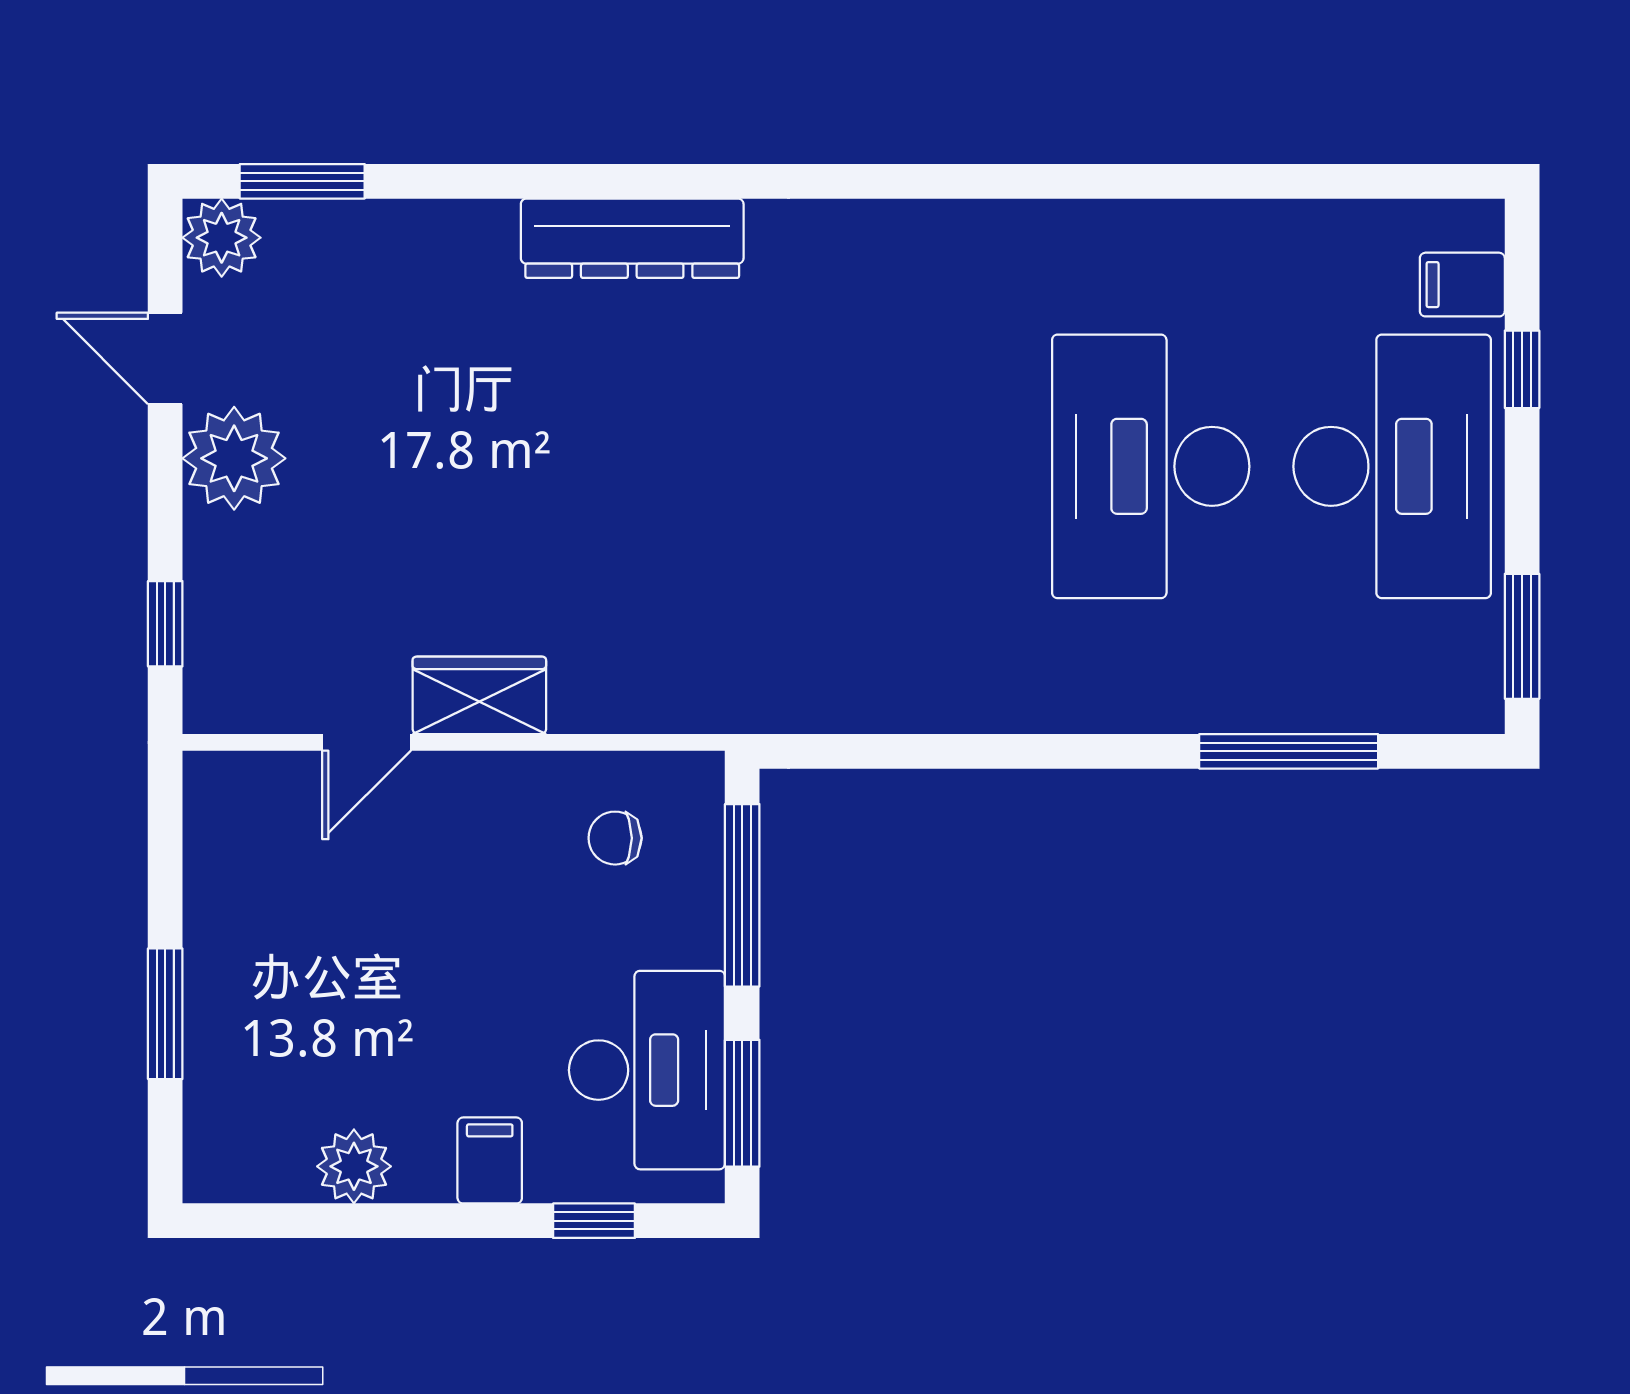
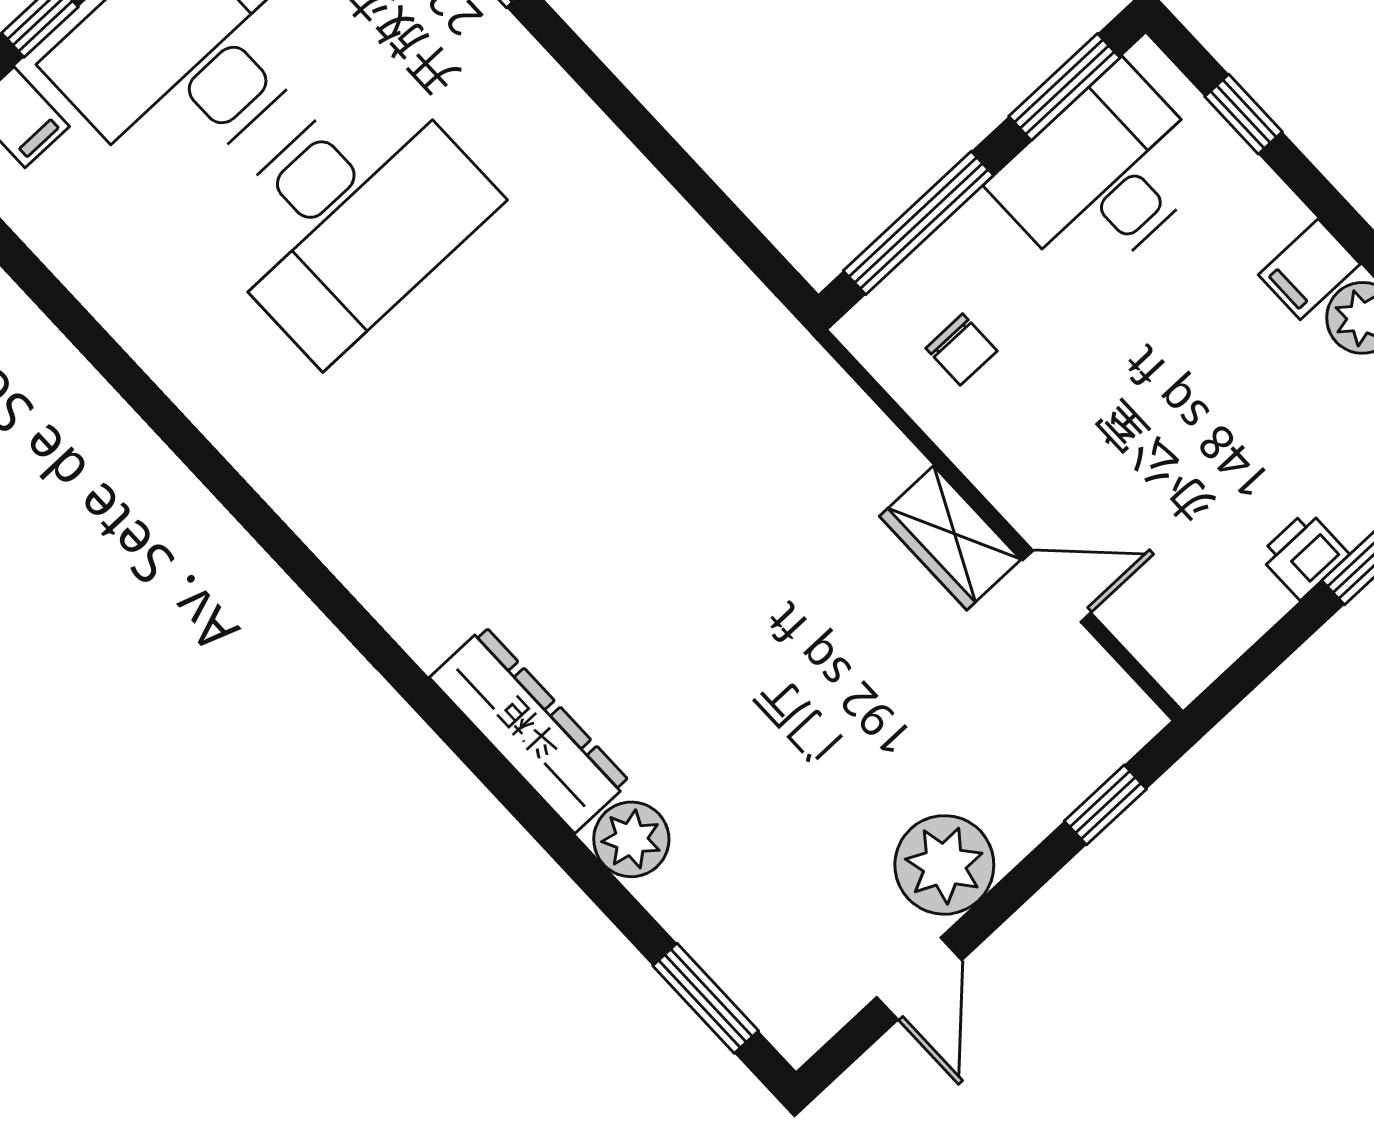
plant: (222, 238) -> (631, 839), moved
printer: (215, 953) -> (1304, 555), added
filing cabinet: (490, 1160) -> (1309, 269), moved

